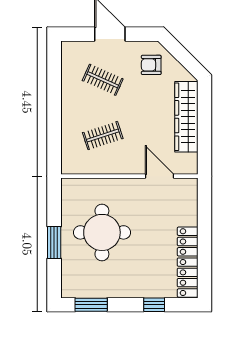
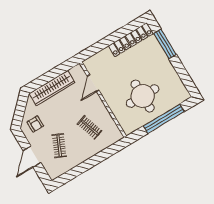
window: (54, 243) -> (164, 119), width x2.11
window: (91, 305) -> (186, 78), removed
window: (154, 305) -> (165, 44), width x2.17

